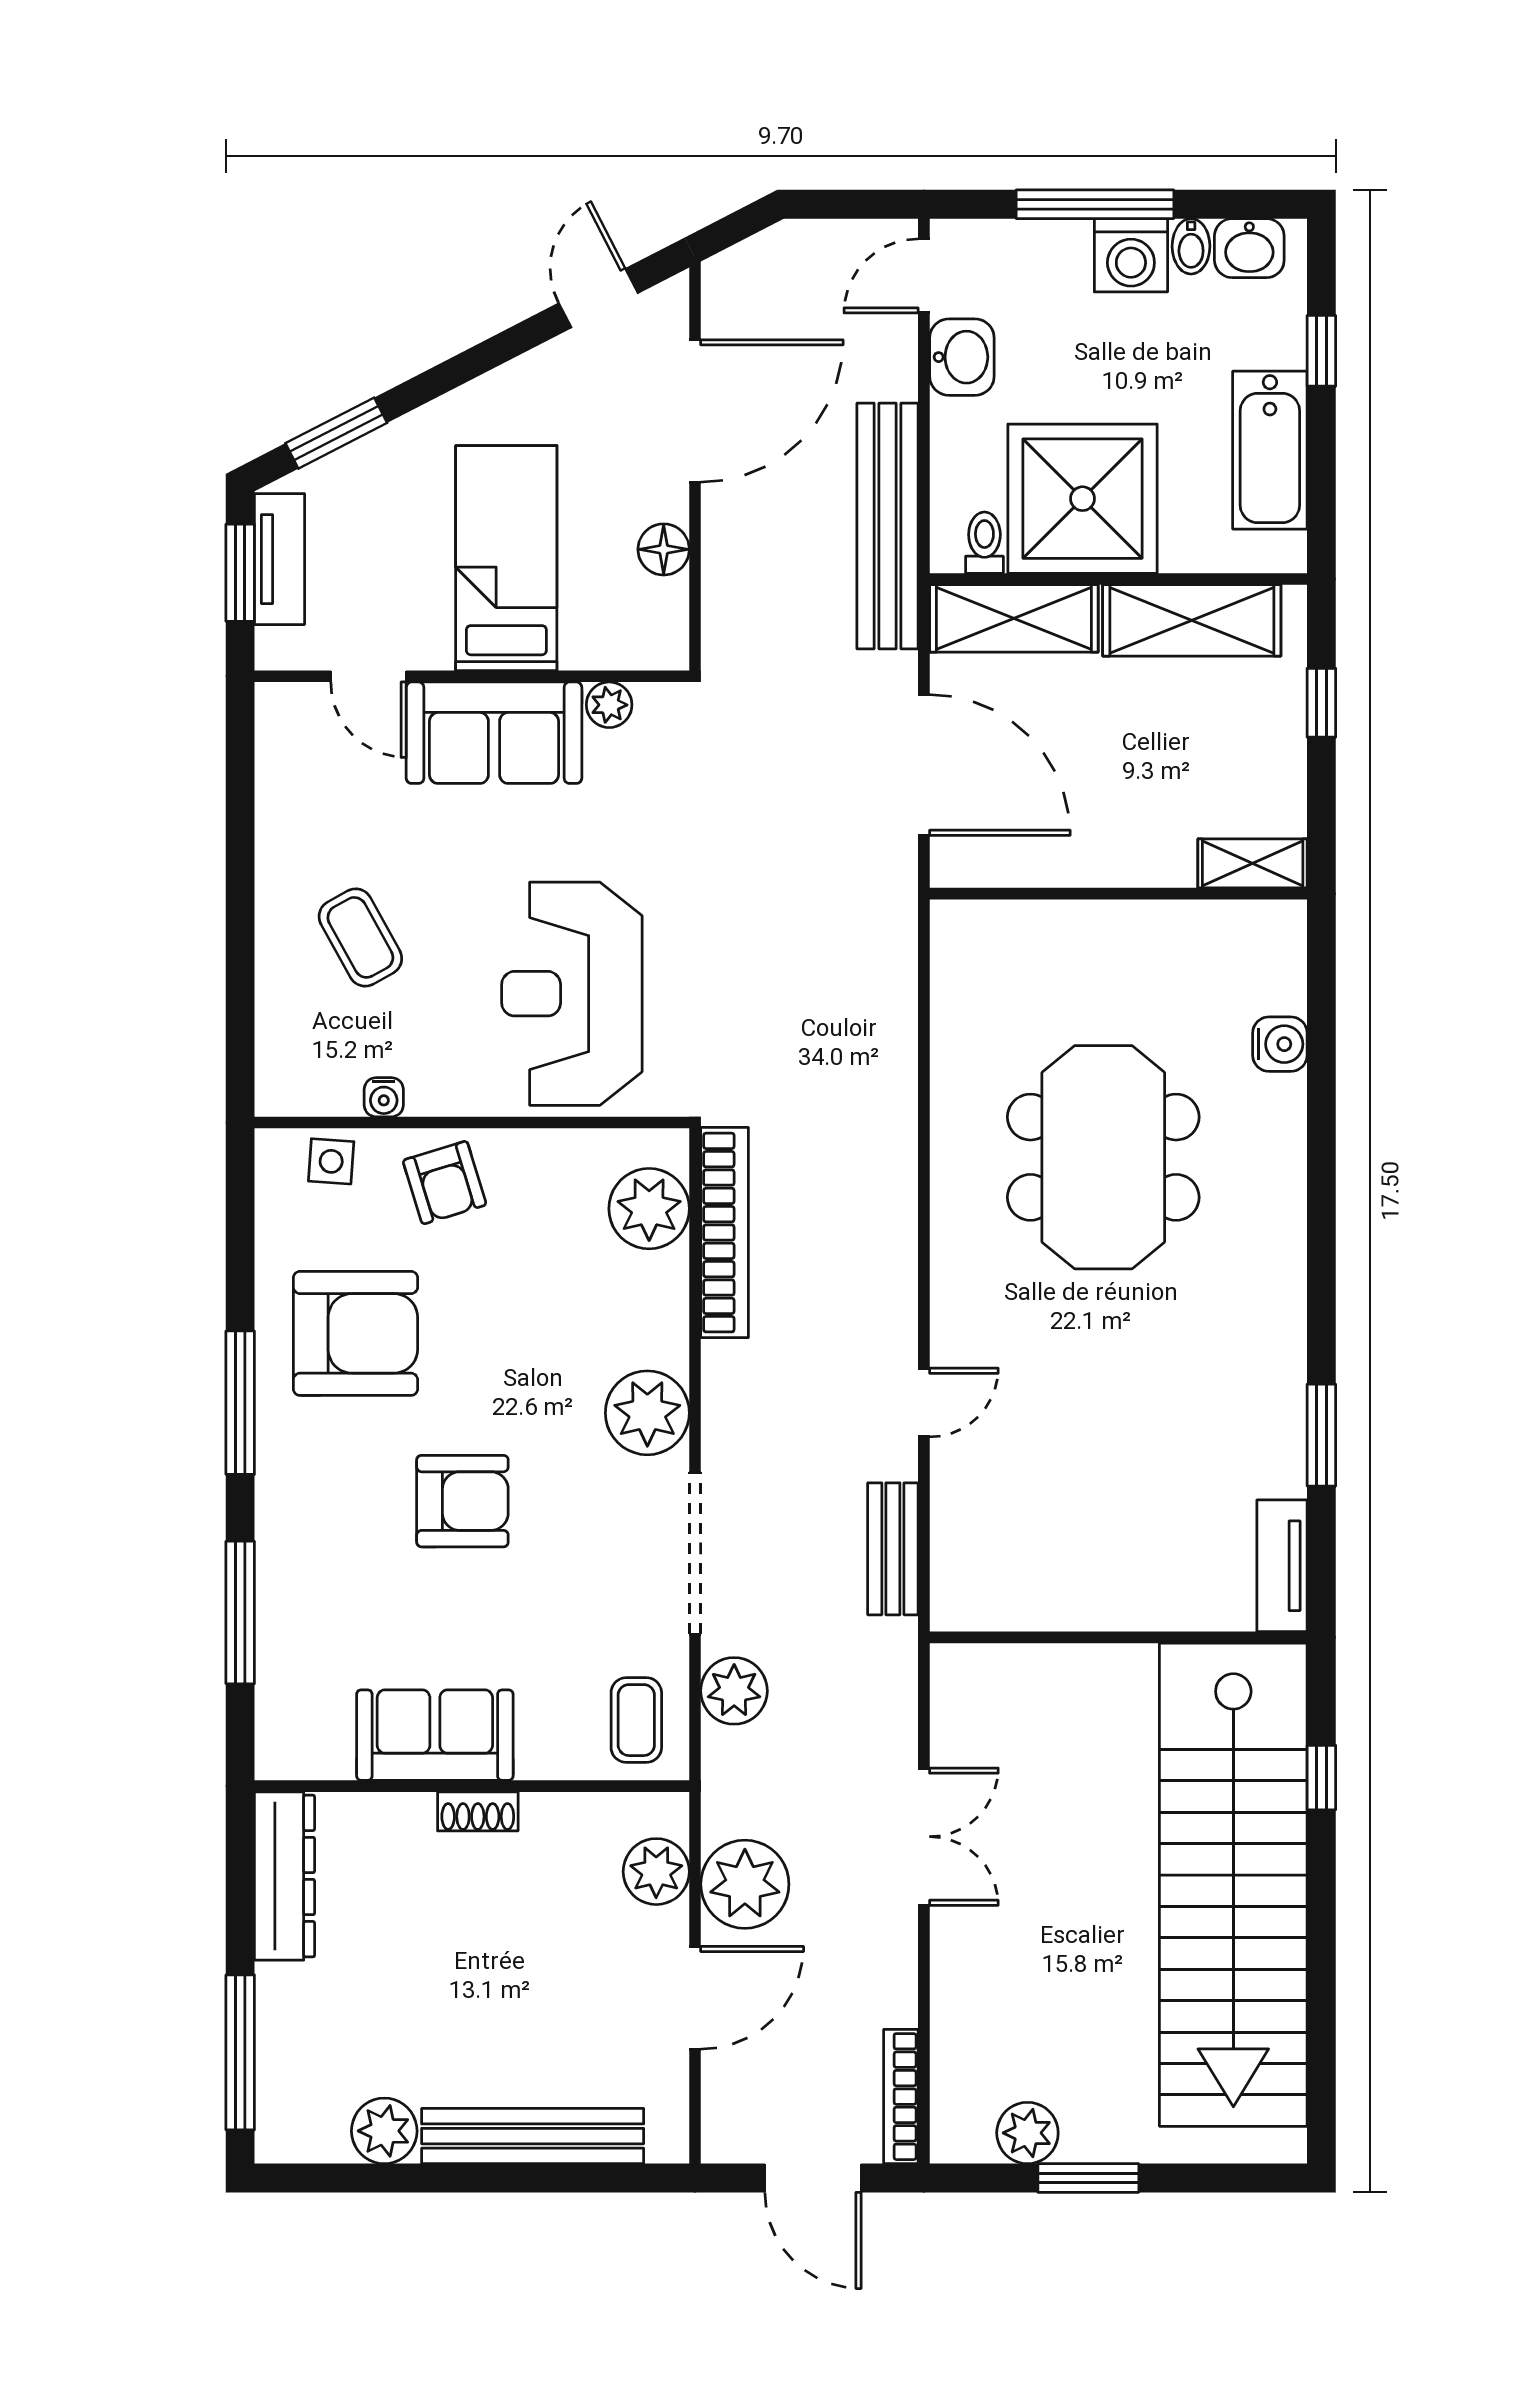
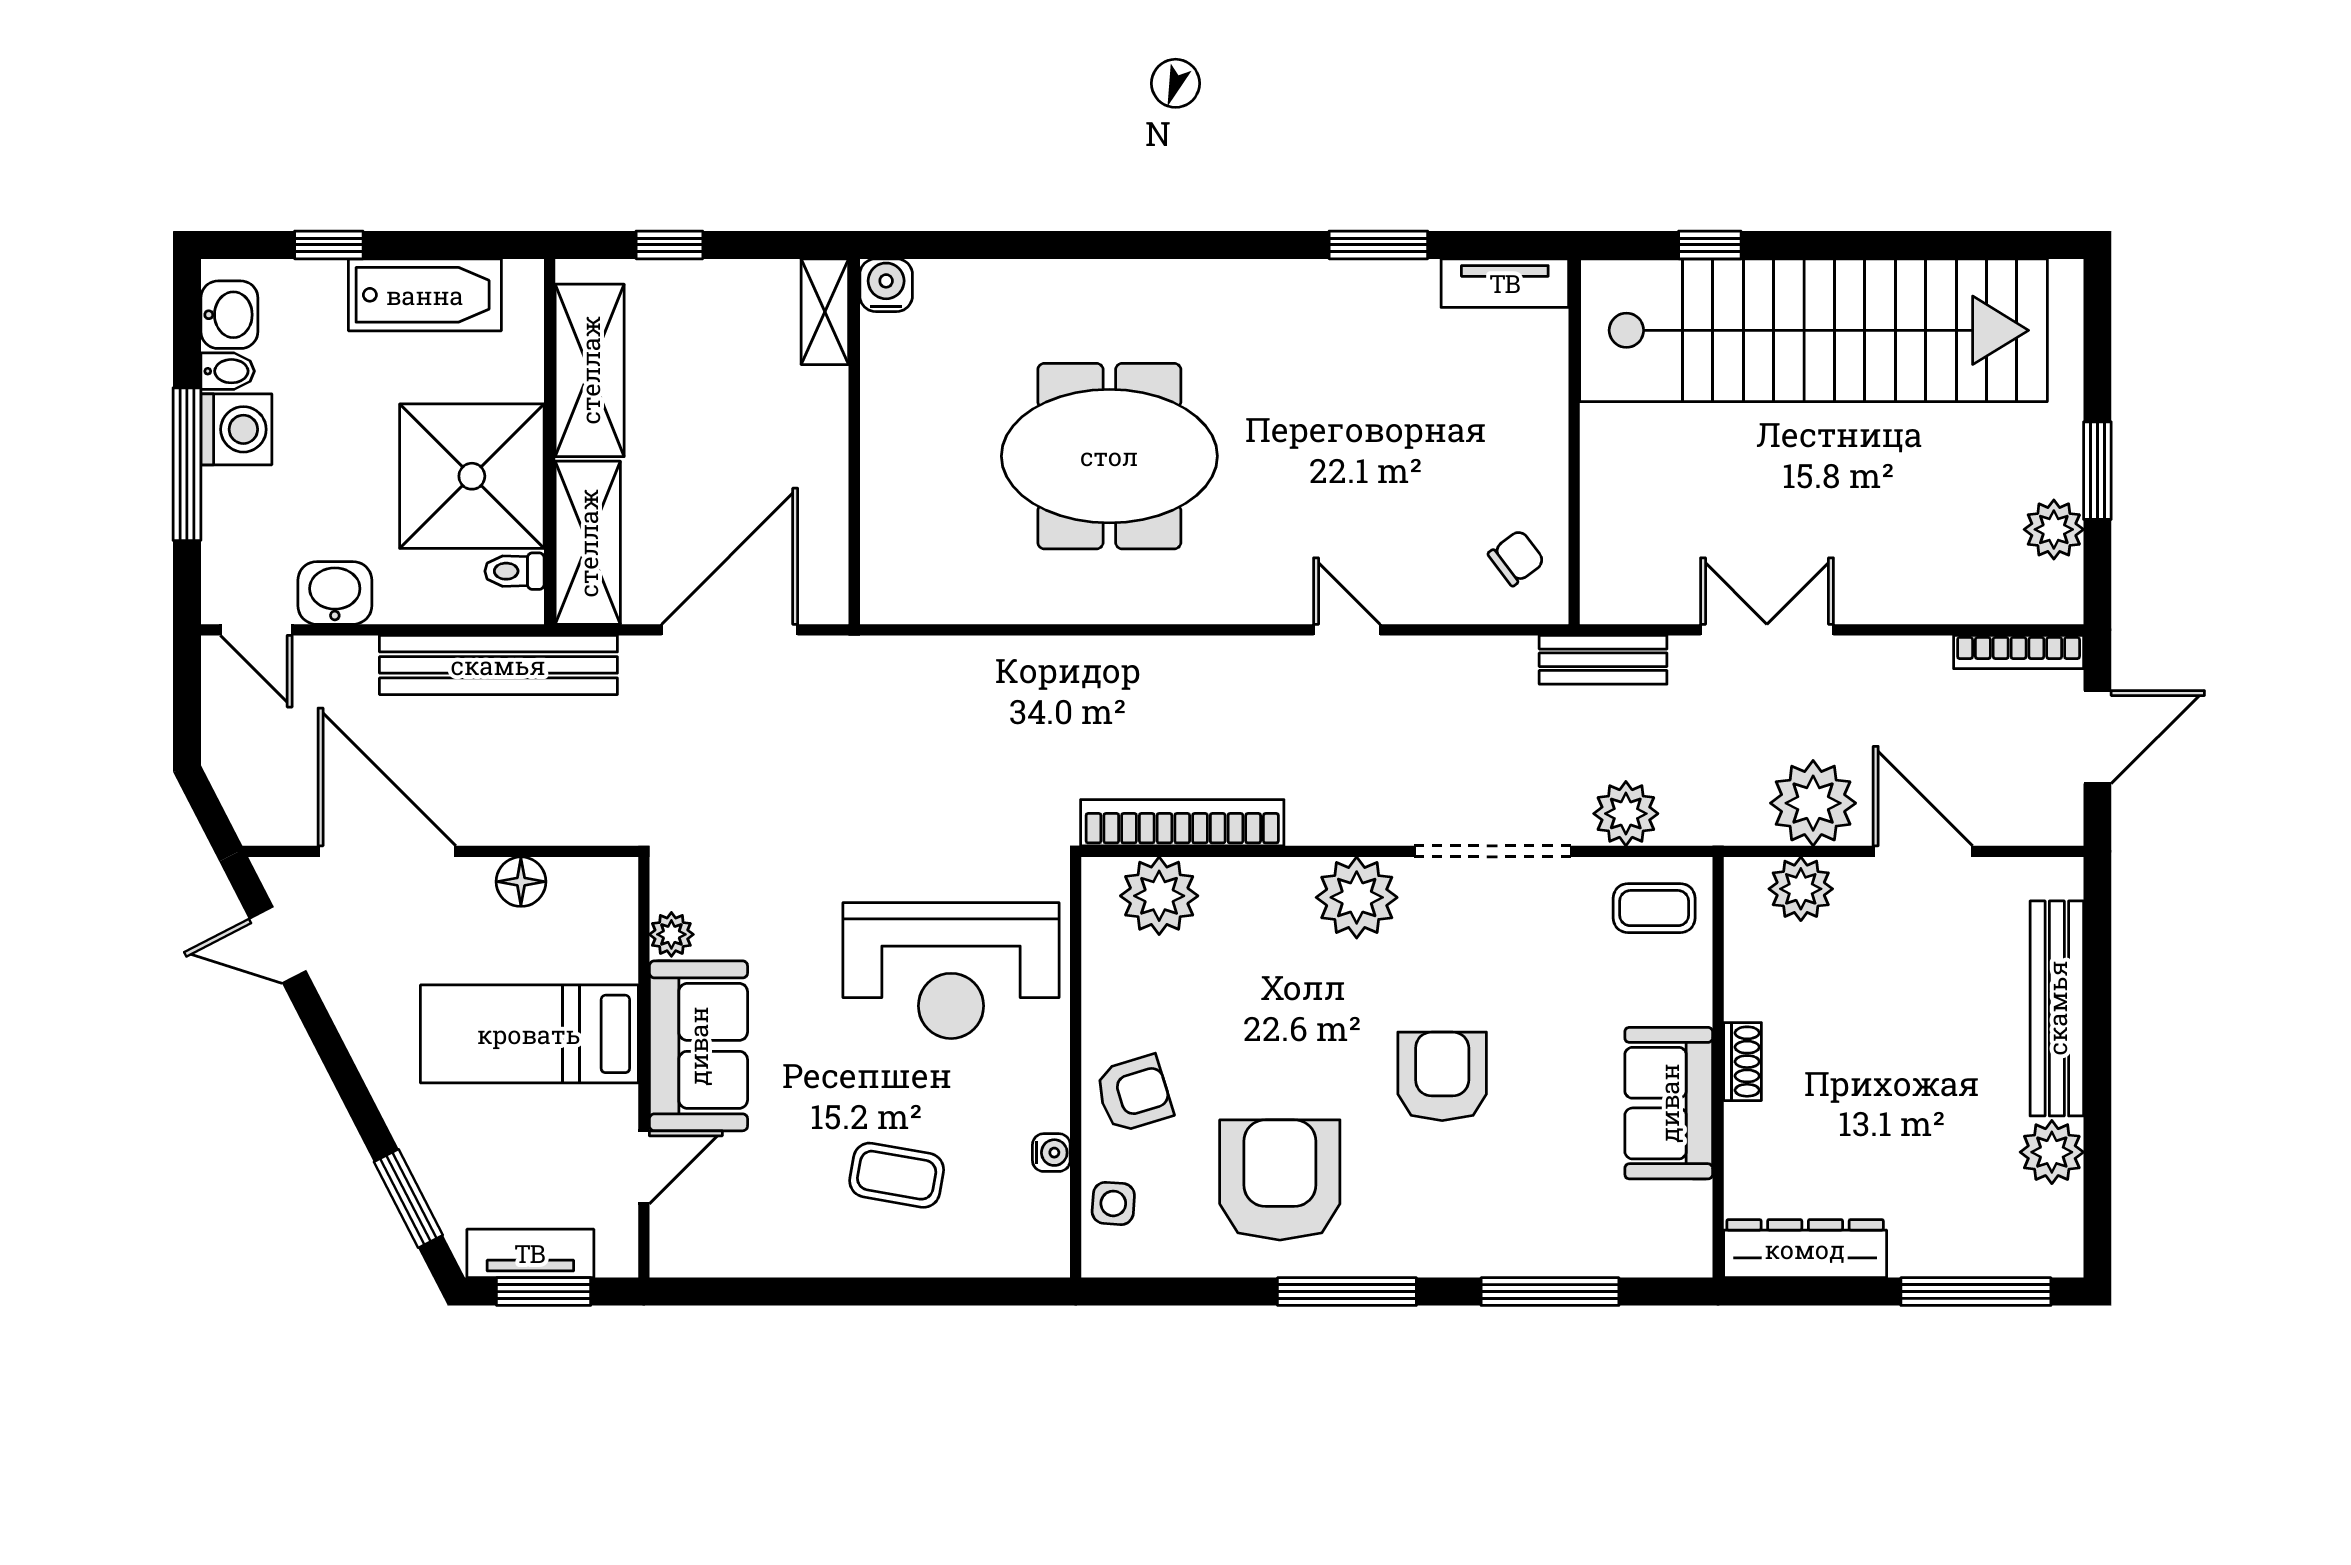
coffee table: (360, 937) -> (897, 1175), turned 39
water cooler: (1280, 1044) -> (886, 285), moved
bench: (893, 1549) -> (1603, 660), moved
chair: (998, 1578) -> (1516, 558), added

